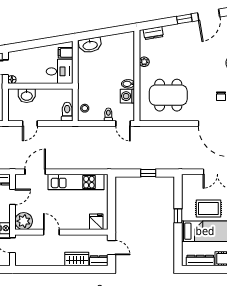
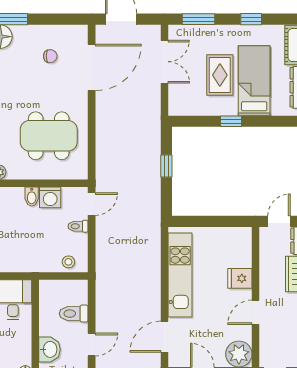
dining table: (168, 95) -> (49, 136), turned 90
toilet: (67, 112) -> (74, 314), moved
door: (30, 124) -> (92, 345), hinge flipped
door: (35, 172) -> (164, 337), hinge flipped
fridge: (96, 222) -> (240, 278), moved

